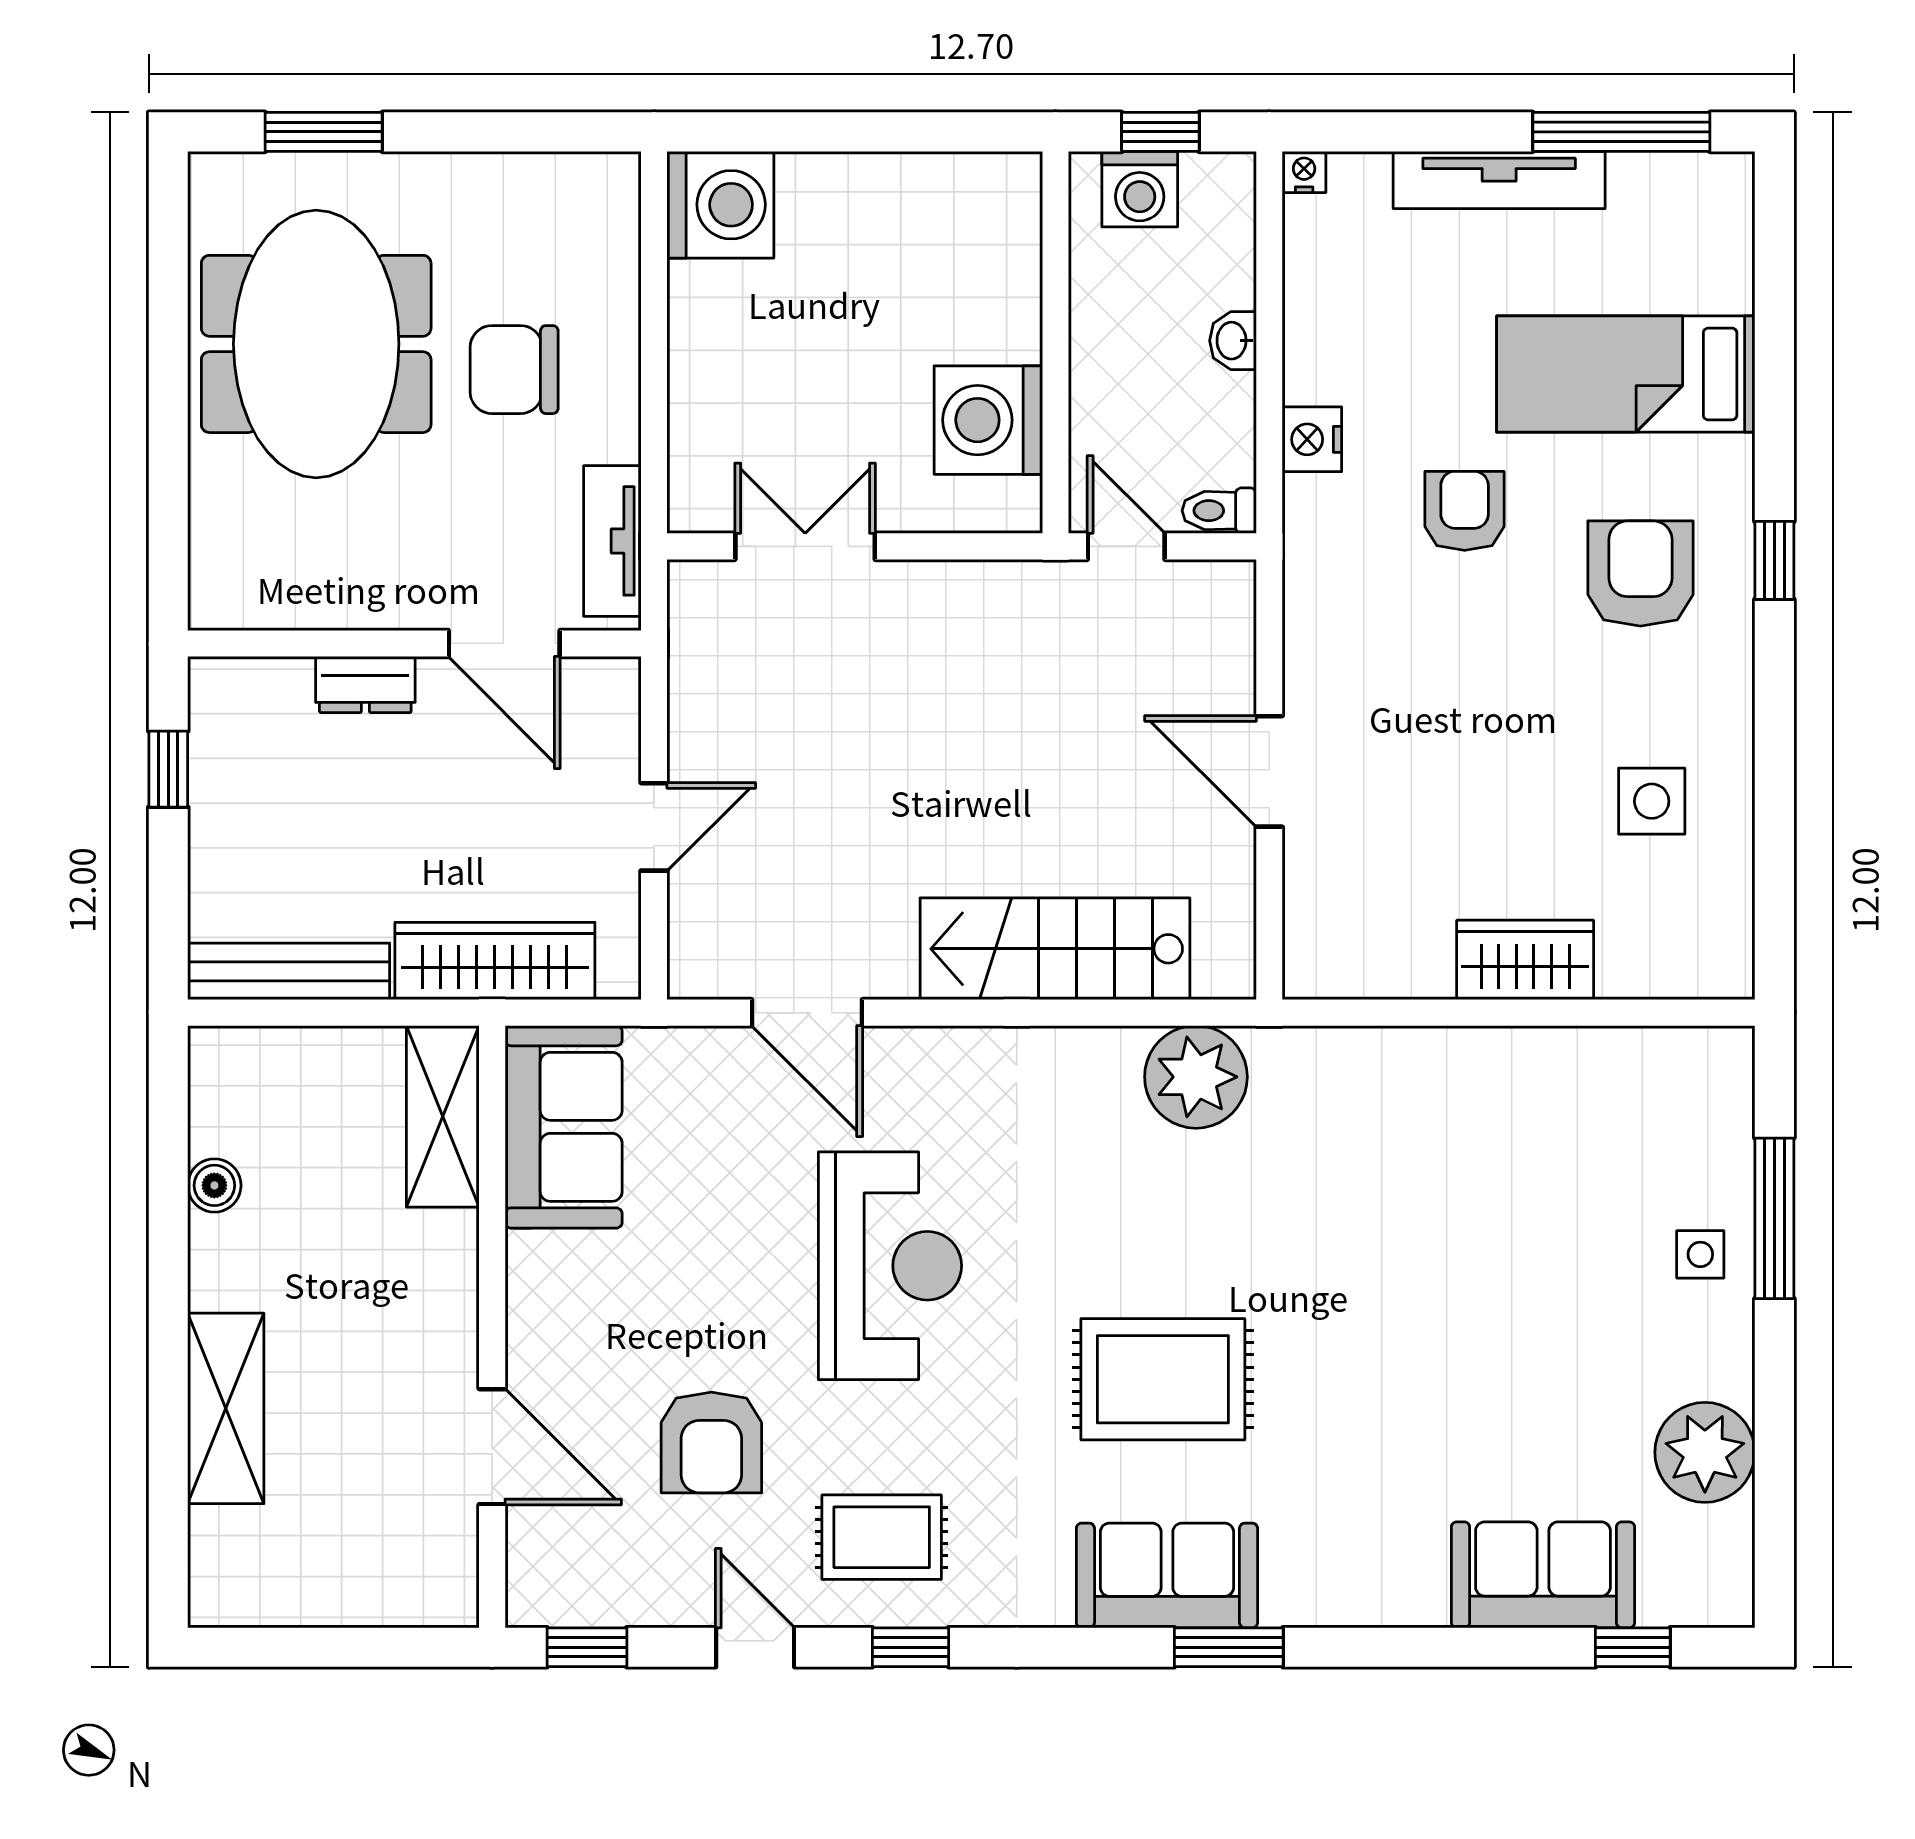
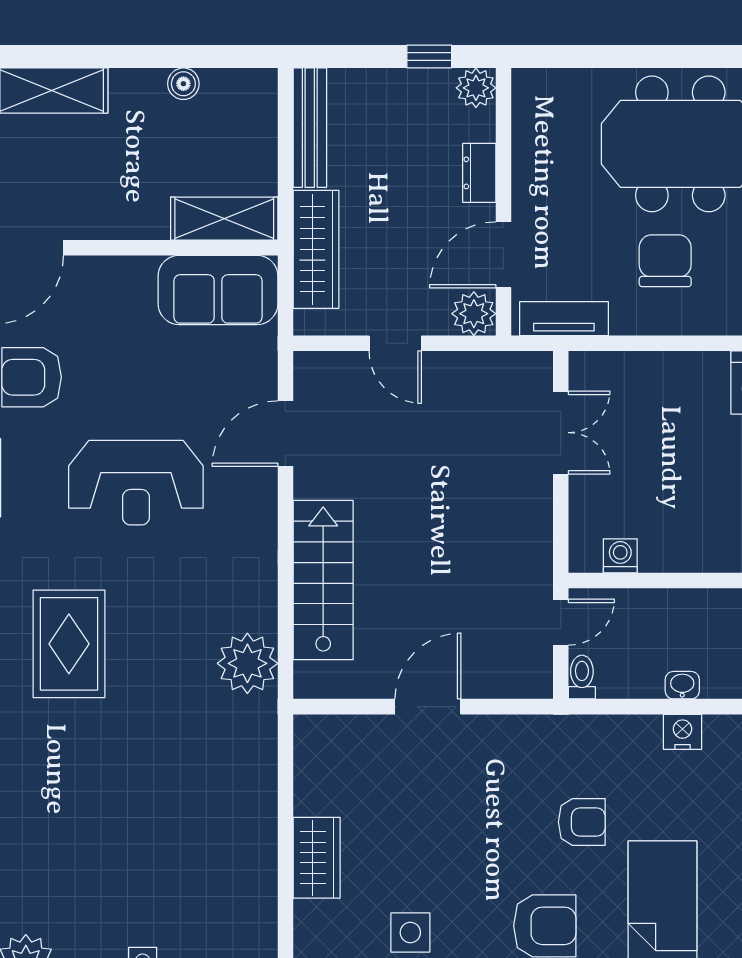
washing machine: (988, 420) -> (620, 556), width x0.53, depth x0.53
nightstand: (1312, 439) -> (683, 732), moved
plant: (221, 690) -> (476, 88), added
plant: (604, 694) -> (474, 314), added

